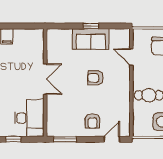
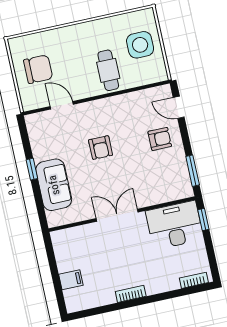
sofa: (91, 39) -> (54, 185), moved
door: (131, 57) -> (62, 105), swing flipped
window: (14, 139) -> (203, 220), moved

